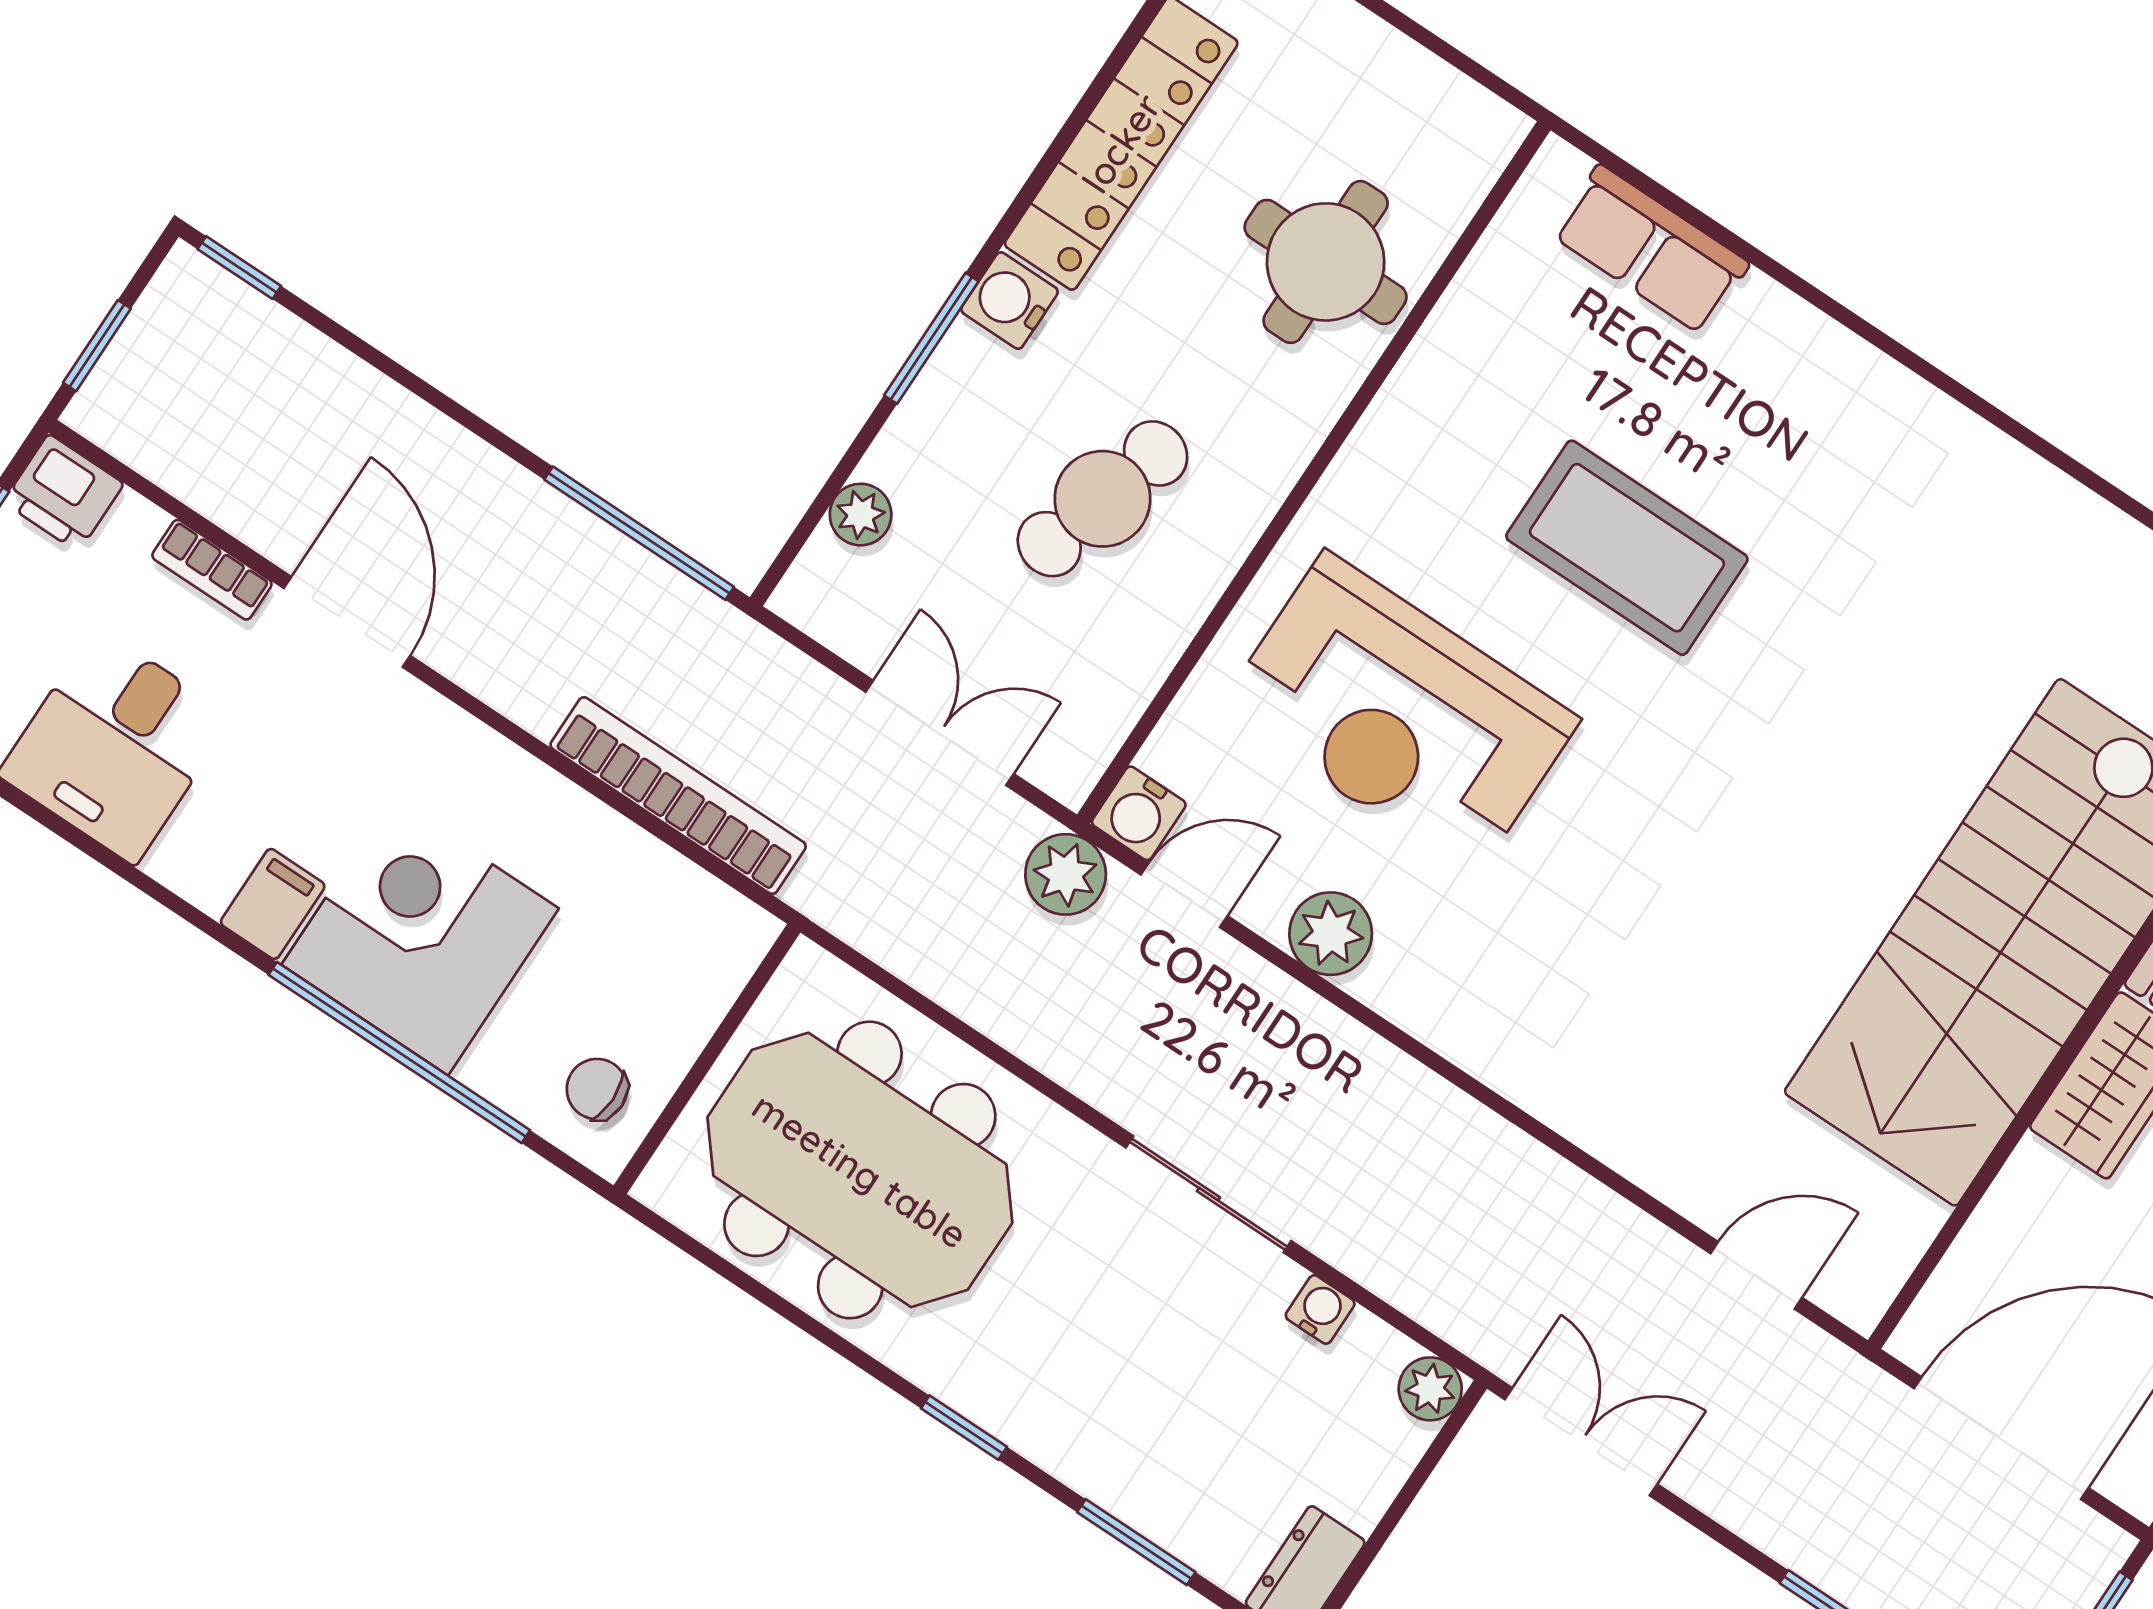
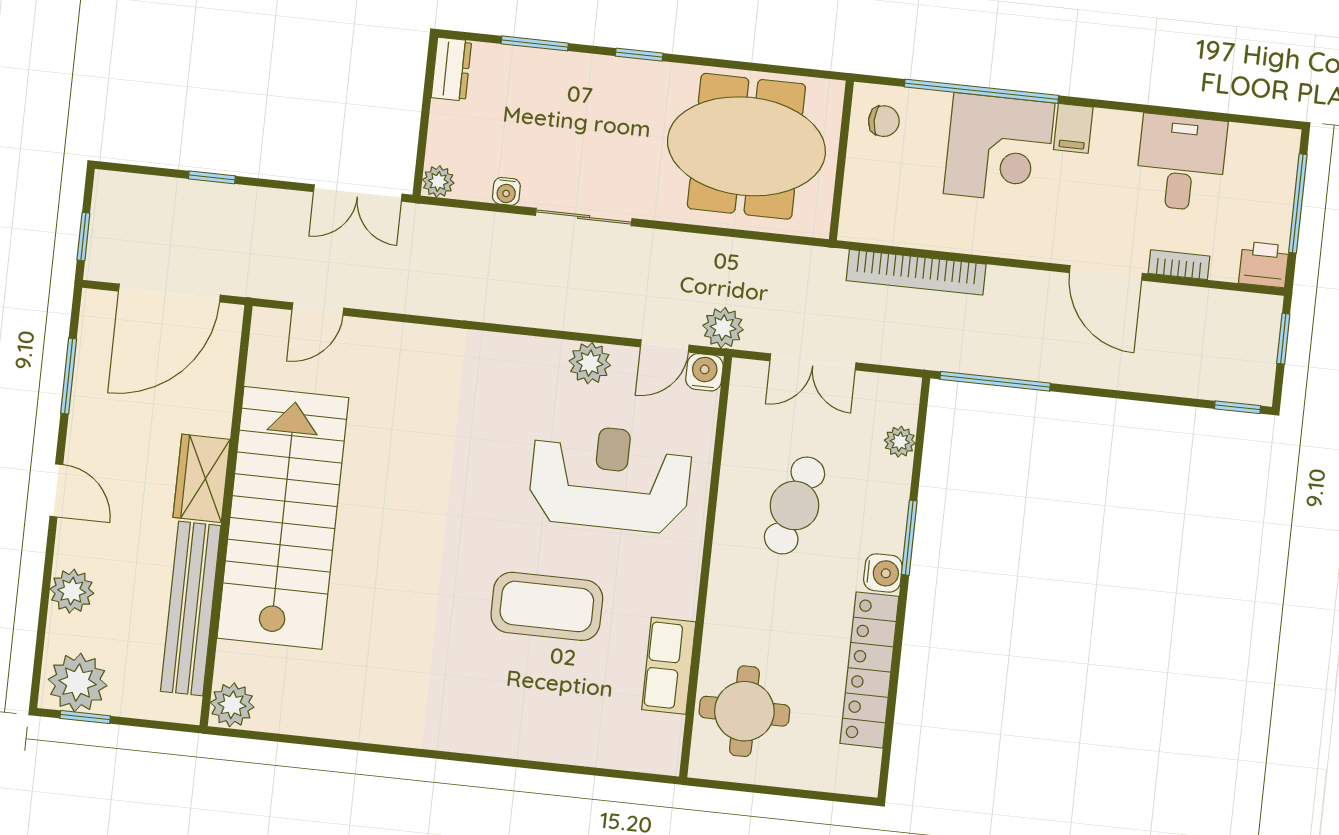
row of seats: (1651, 249) -> (669, 666), moved, turned -90
round table: (1326, 262) -> (744, 711), moved

